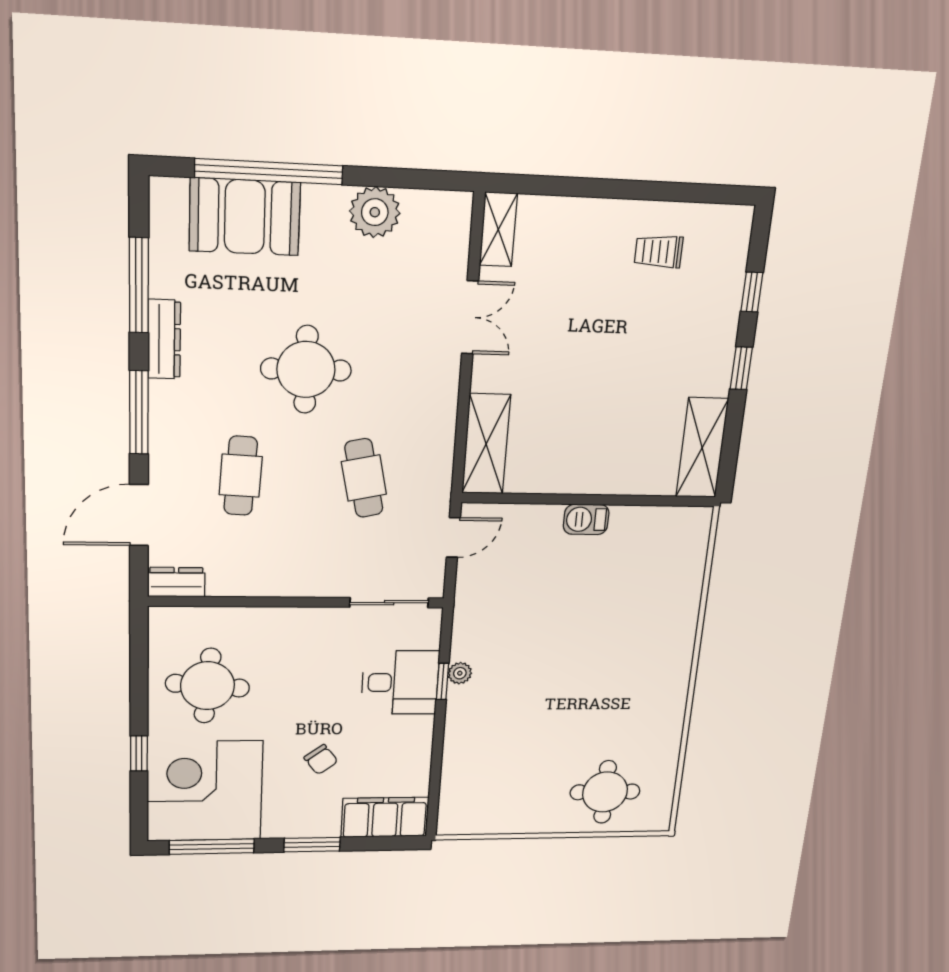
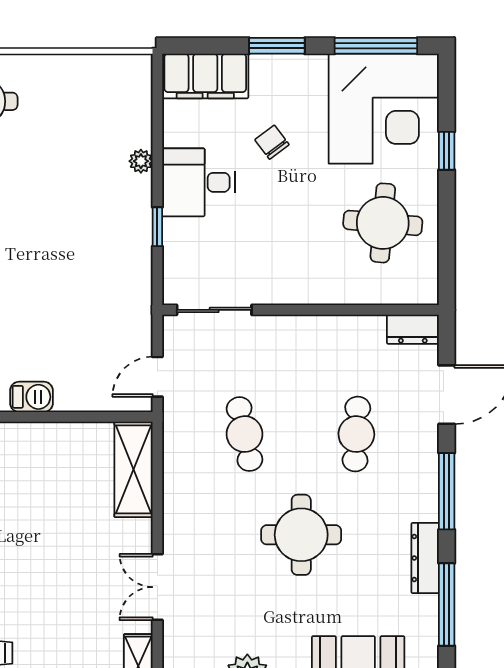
plant: (460, 673) -> (141, 161), moved
desk: (400, 683) -> (199, 182), moved

